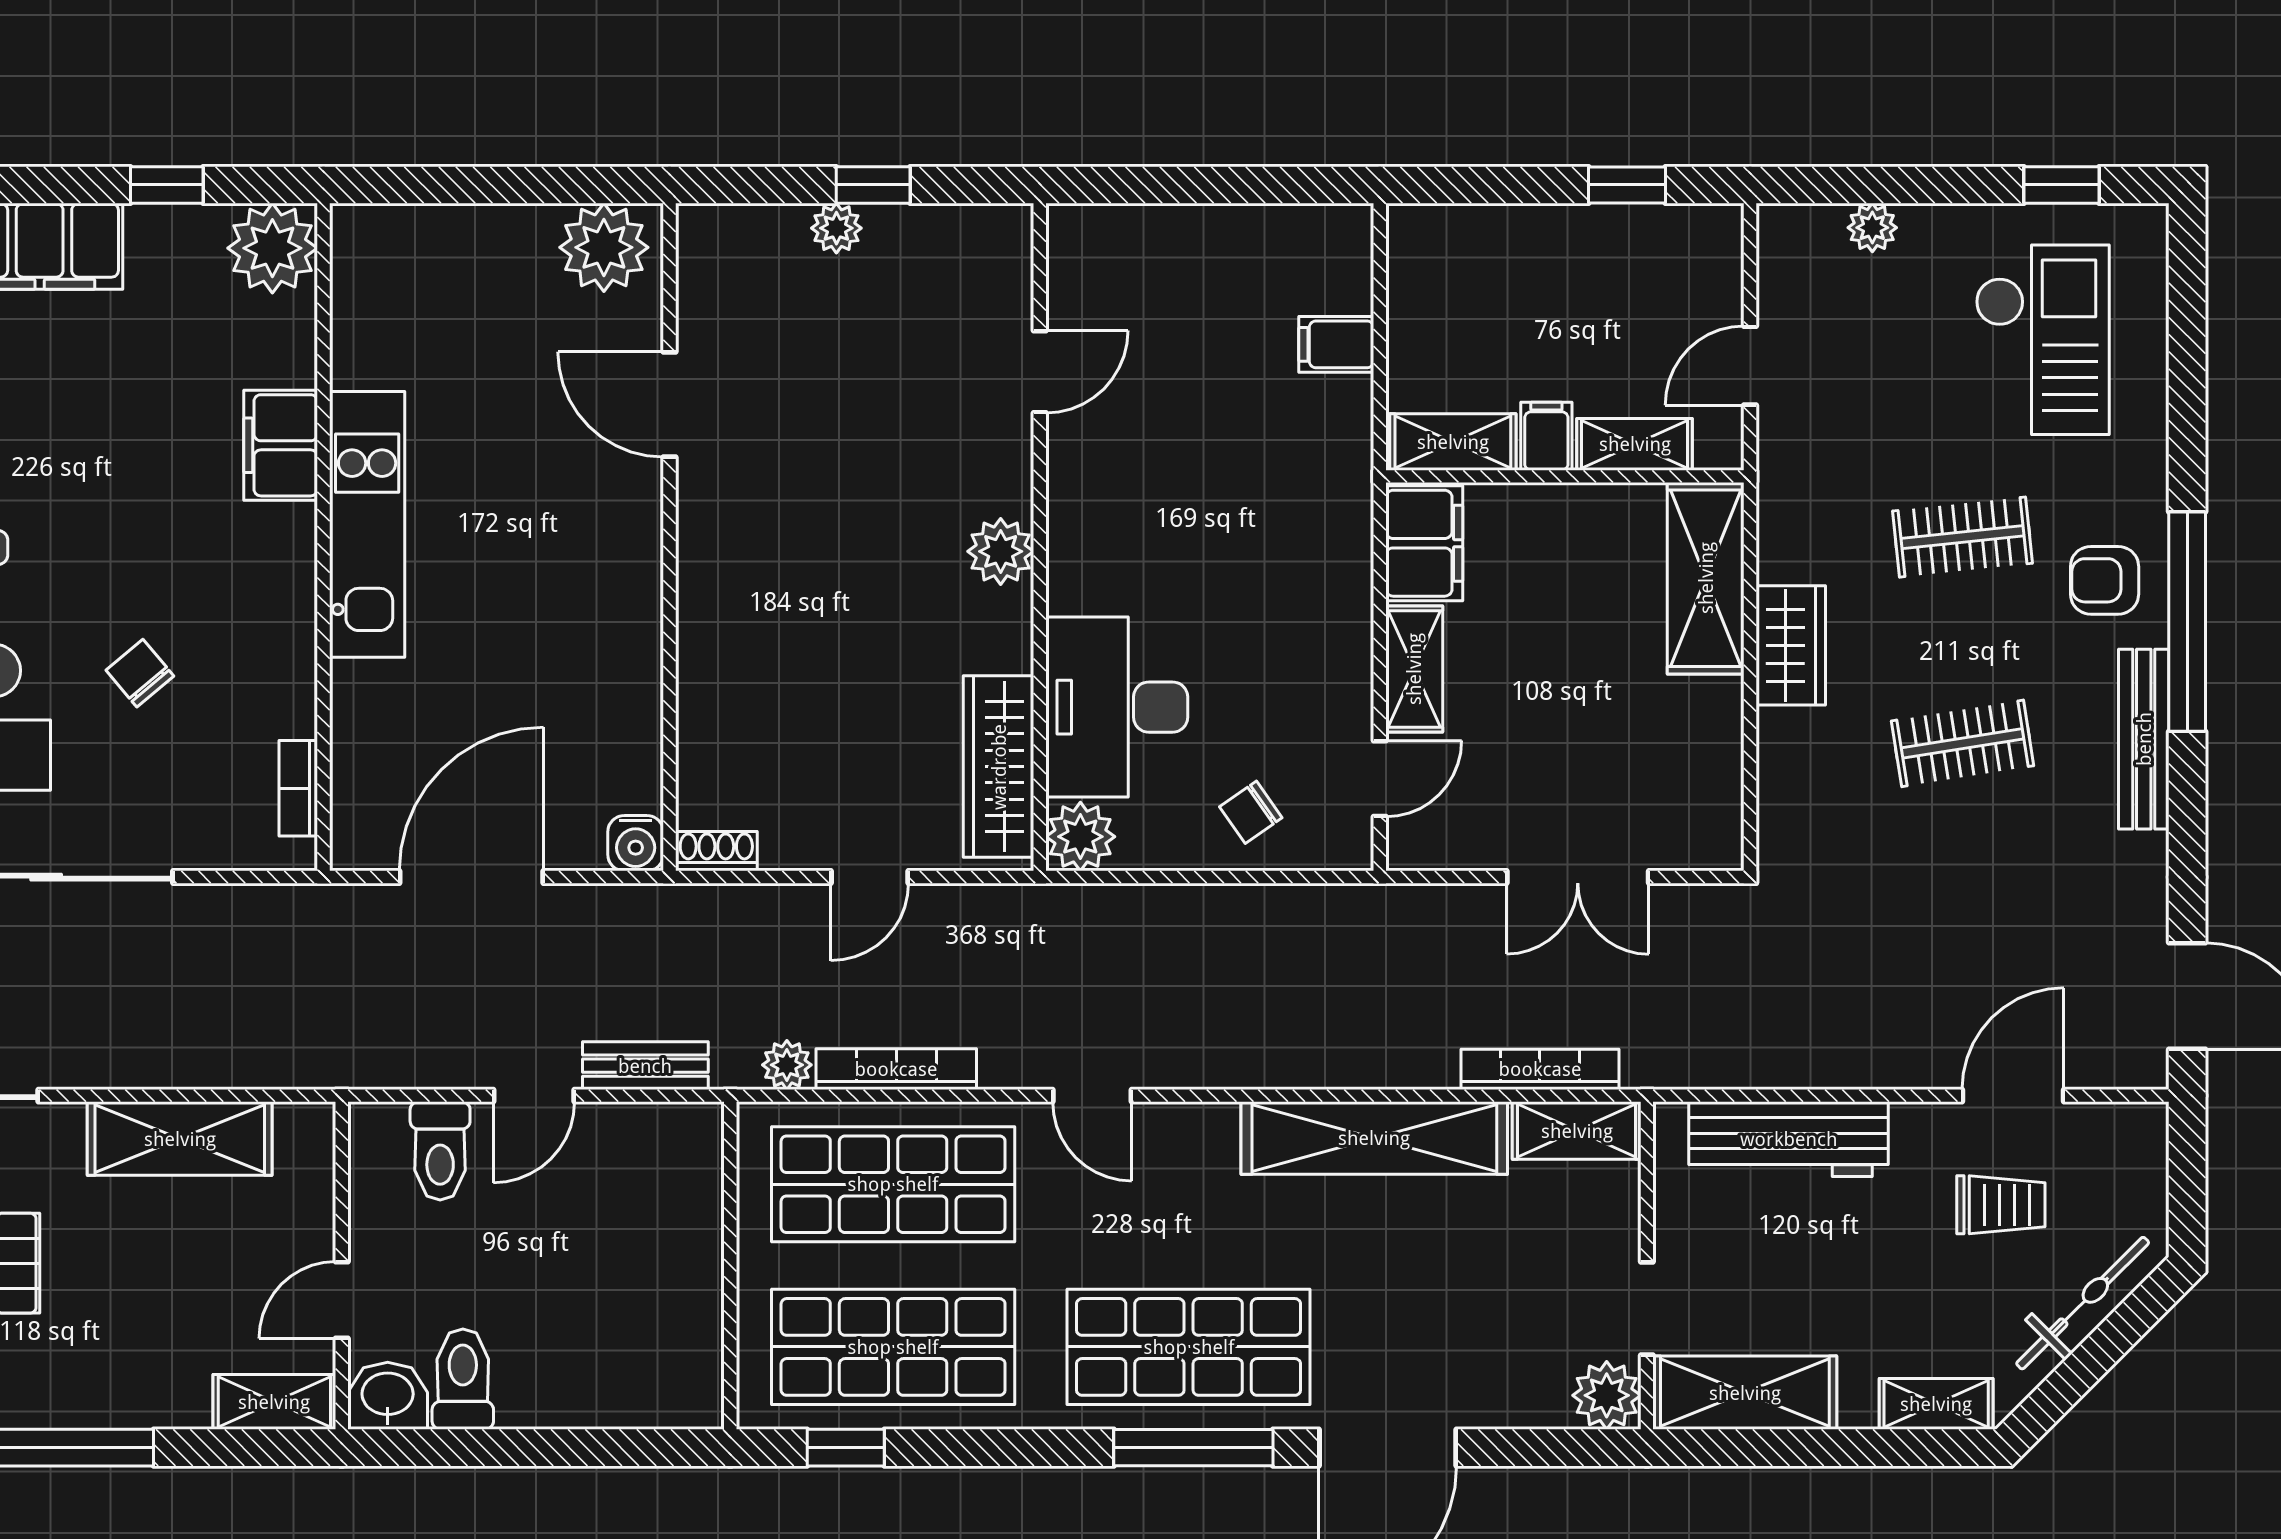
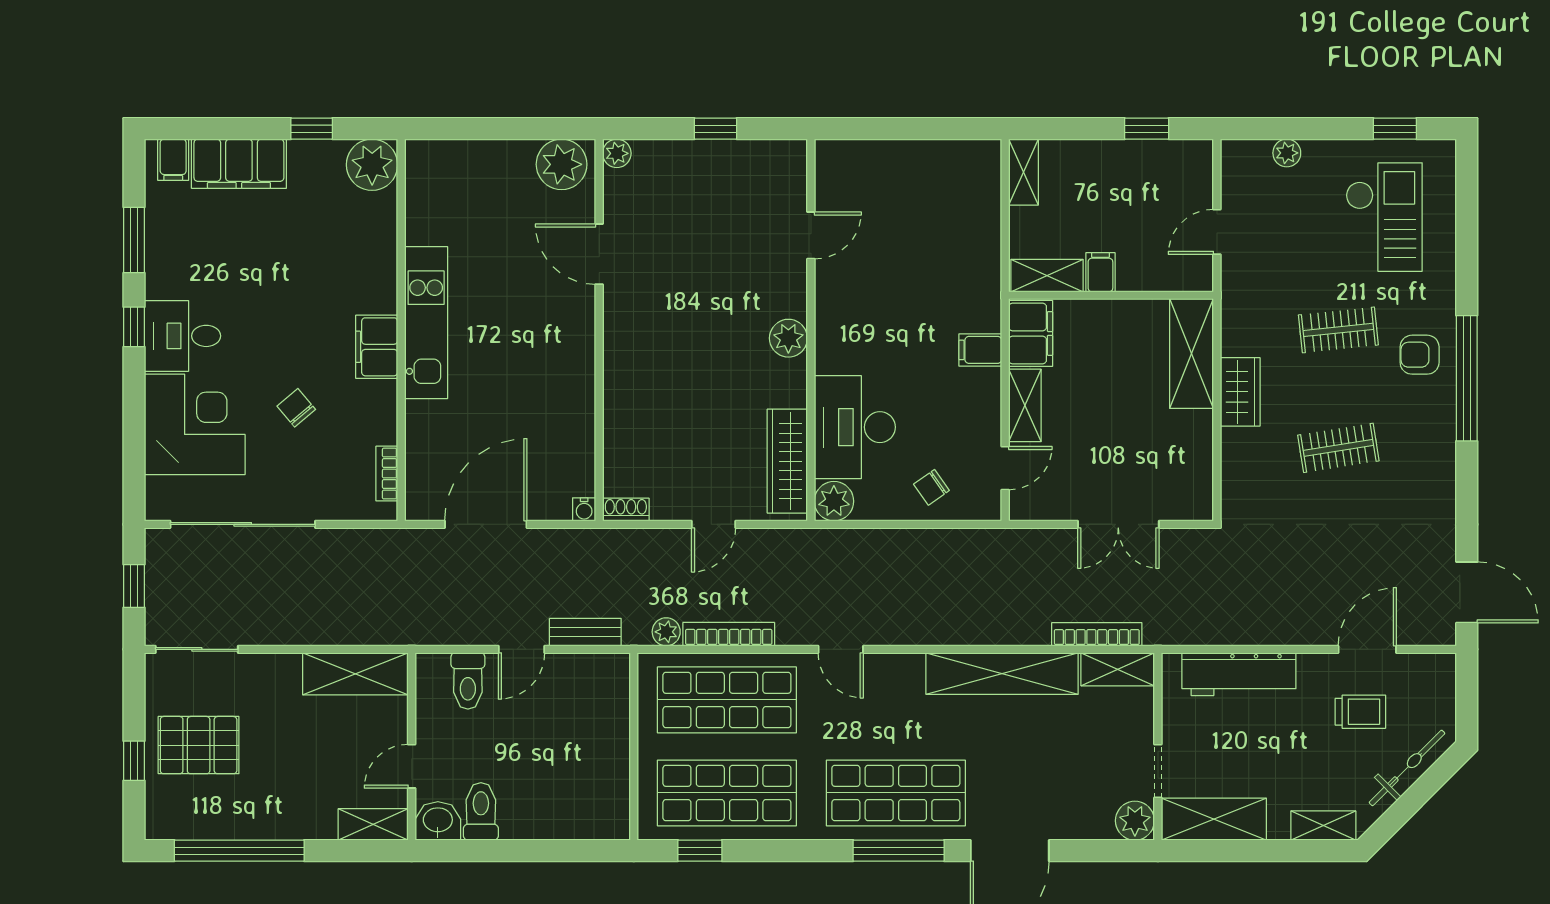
plant: (836, 228) -> (617, 153), moved
filing cabinet: (1336, 344) -> (980, 350), moved
shelving: (1635, 444) -> (1023, 172), moved, turned 90
filing cabinet: (281, 445) -> (377, 347), moved
bench: (2144, 739) -> (1442, 445), removed
water cooler: (636, 843) -> (584, 509), width x0.72, depth x0.72
shelving: (180, 1139) -> (355, 674), moved

